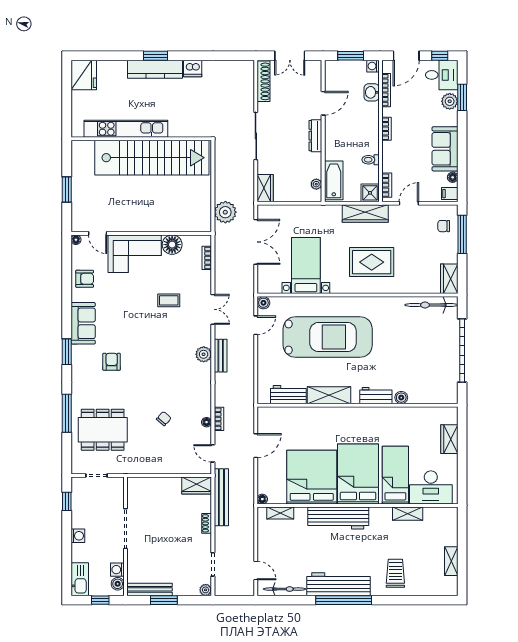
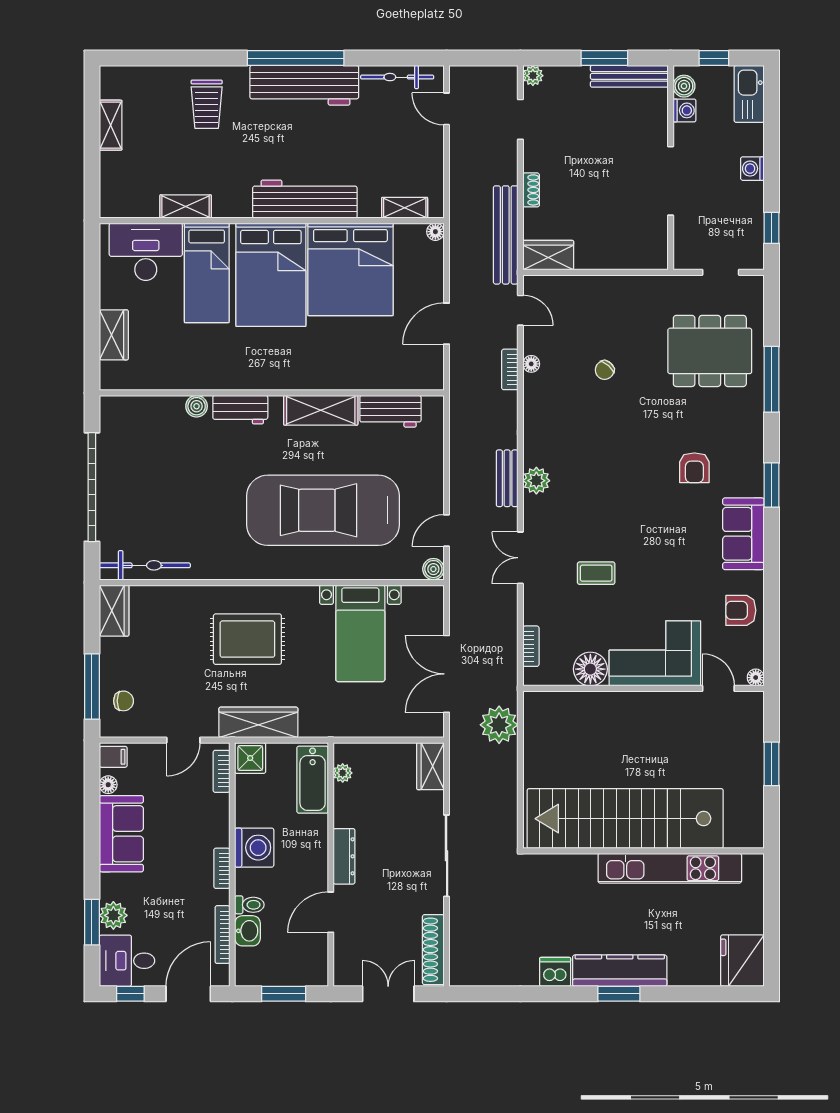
washing machine: (373, 66) -> (254, 848), moved, width x1.89, depth x1.89
toilet: (370, 160) -> (249, 905), moved

